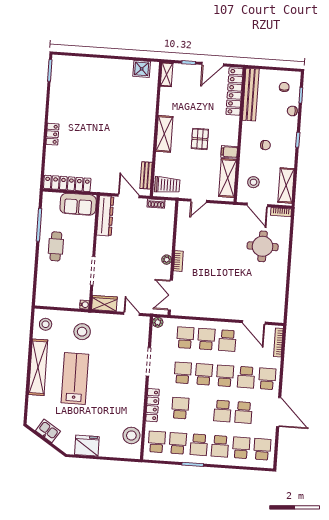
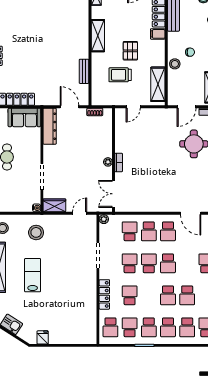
shelving: (164, 134) -> (98, 36), moved
filing cabinet: (229, 152) -> (158, 34), moved
bench: (146, 175) -> (84, 71), moved
stool: (253, 182) -> (175, 64), moved
trolley: (167, 185) -> (120, 75), moved, turned 180
door: (257, 205) -> (186, 107), hinge flipped
door: (132, 314) -> (80, 213), hinge flipped
school desk: (206, 339) -> (149, 231), turned 180
school desk: (225, 376) -> (168, 263), turned 180
school desk: (246, 377) -> (187, 263), removed
lab bench: (75, 378) -> (33, 275), width x0.73, depth x0.72
stool: (131, 435) -> (87, 323), removed
school desk: (157, 442) -> (110, 327), turned 180
fridge: (87, 446) -> (43, 337), width x0.53, depth x0.75
school desk: (241, 448) -> (187, 327), turned 180

